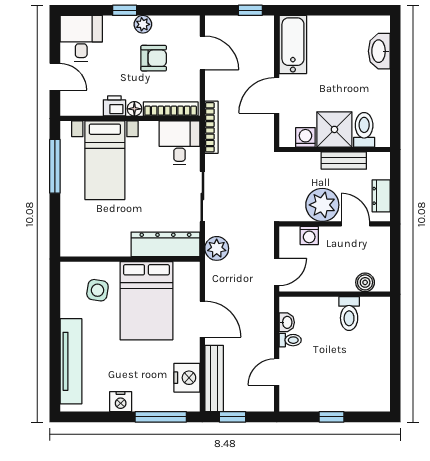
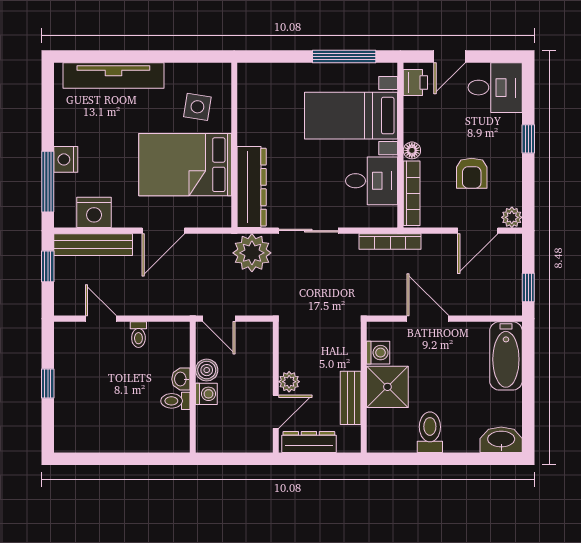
plant: (143, 24) -> (512, 217), moved
bathtub: (293, 45) -> (506, 356), moved, turned 90
washbasin: (379, 51) -> (501, 440), moved
printer: (114, 106) -> (415, 82), moved
toilet: (364, 130) -> (430, 432), moved, turned -90
desk: (179, 143) -> (372, 181), moved
dresser: (381, 196) -> (309, 442), width x1.44
plant: (322, 205) -> (289, 382), width x0.53, depth x0.53
washing machine: (309, 235) -> (206, 394), moved, turned 180
plant: (217, 248) -> (252, 253), width x1.36, depth x1.36
boiler: (365, 282) -> (207, 370), moved
toilet: (349, 314) -> (175, 401), width x0.73, depth x0.72
washbasin: (287, 322) -> (181, 379), moved, turned 90
nightstand: (121, 402) -> (66, 159), moved

